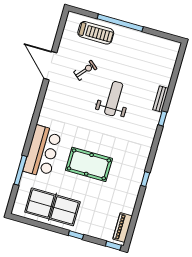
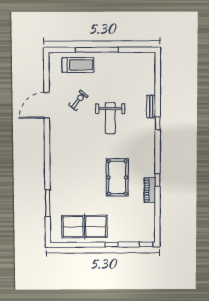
door: (50, 66) -> (47, 105), hinge flipped
weight bench: (114, 99) -> (110, 118), turned 180
bar counter: (42, 151) -> (62, 182), removed
pool table: (89, 164) -> (117, 177), moved, turned 90
piano: (123, 227) -> (150, 190), moved

